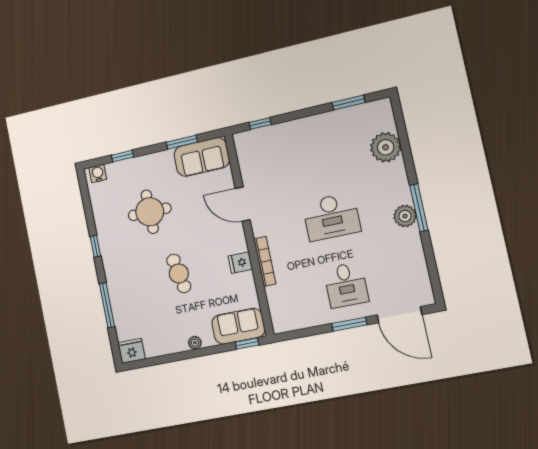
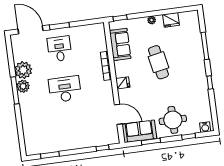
plant: (386, 147) -> (23, 70), moved
door: (243, 204) -> (118, 114), moved
round table: (150, 212) -> (173, 120), moved
fridge: (240, 263) -> (123, 83), moved
cafe table: (179, 273) -> (158, 62), width x1.37, depth x1.35
sofa: (238, 326) -> (120, 44), moved, turned -90
fridge: (132, 351) -> (171, 20), moved

